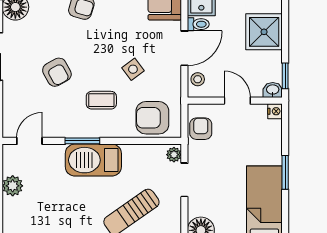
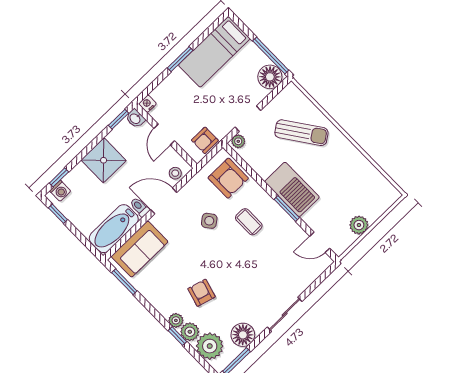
armchair: (57, 72) -> (259, 268), removed

